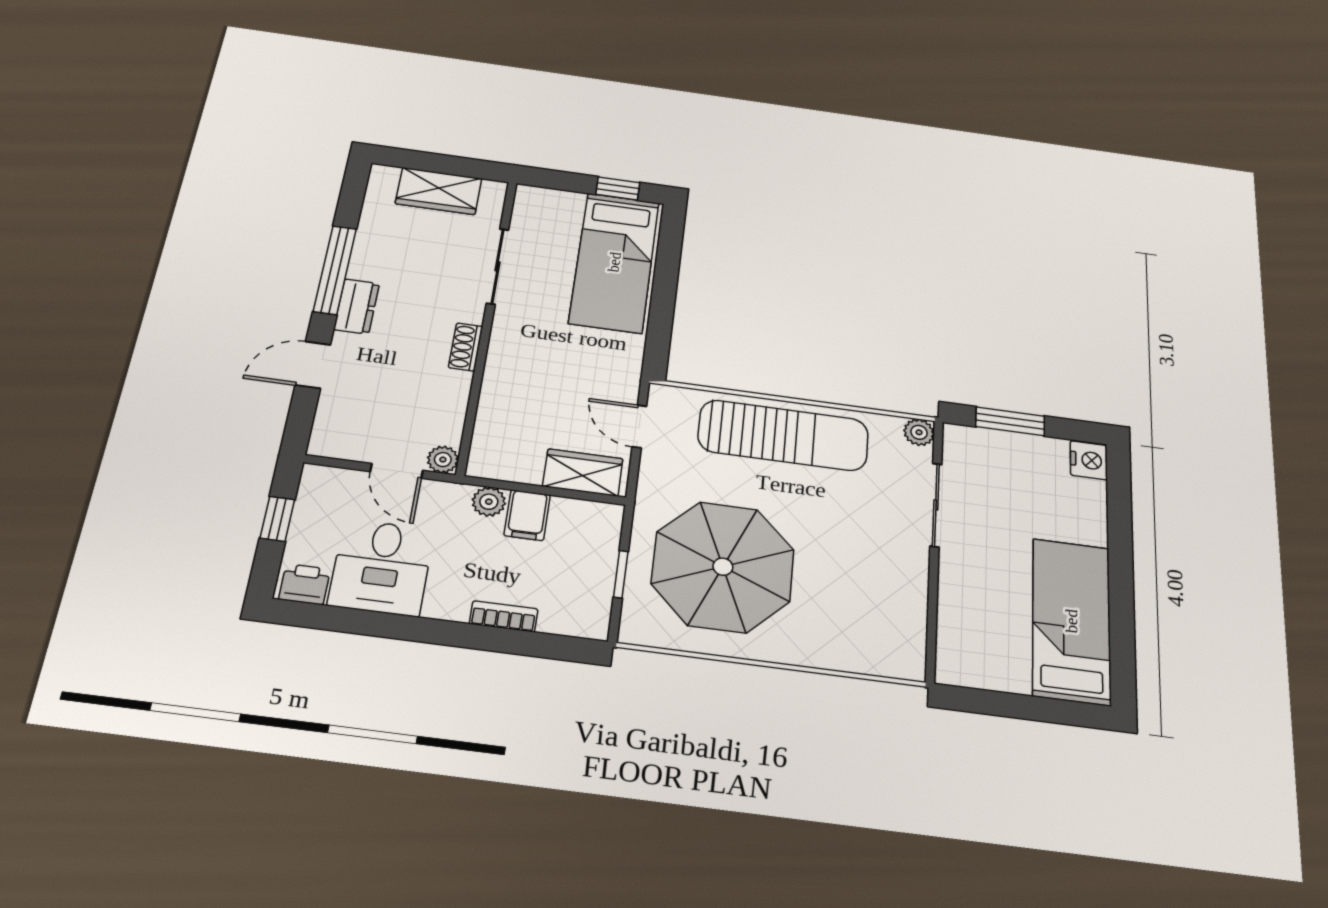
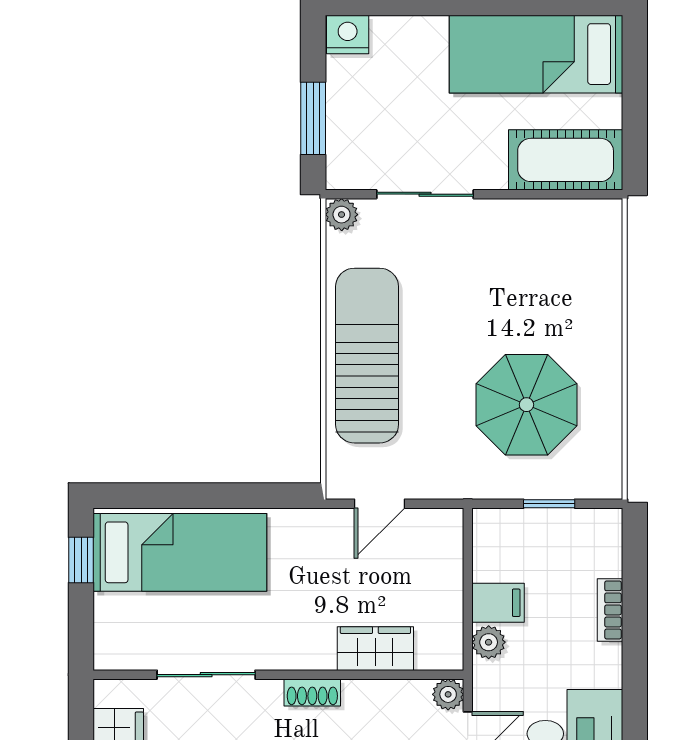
wardrobe: (583, 472) -> (375, 649), moved, turned 90
parasol: (723, 567) -> (526, 405), width x0.73, depth x0.73
cot: (966, 634) -> (566, 160), added

